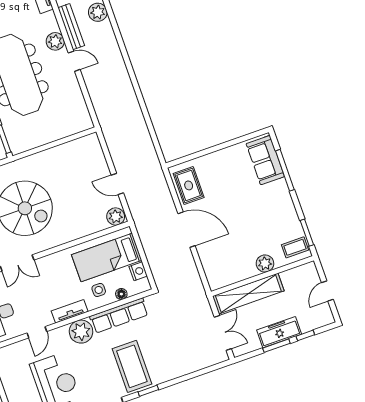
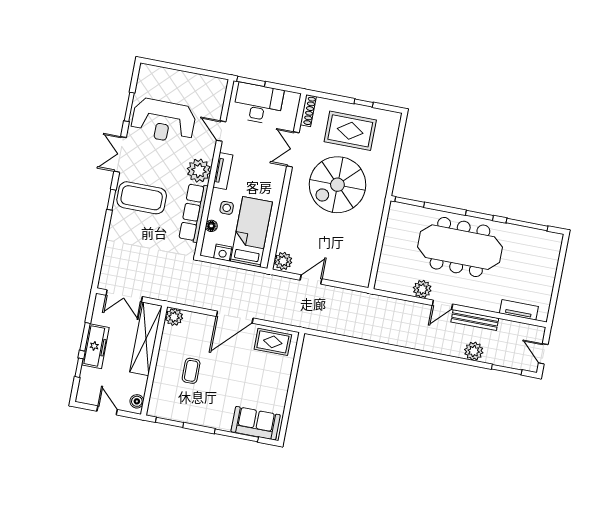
plant: (55, 41) -> (422, 289), moved
coffee table: (295, 247) -> (191, 371), moved
plant: (265, 263) -> (174, 317), moved
boiler: (305, 270) -> (137, 401), added

